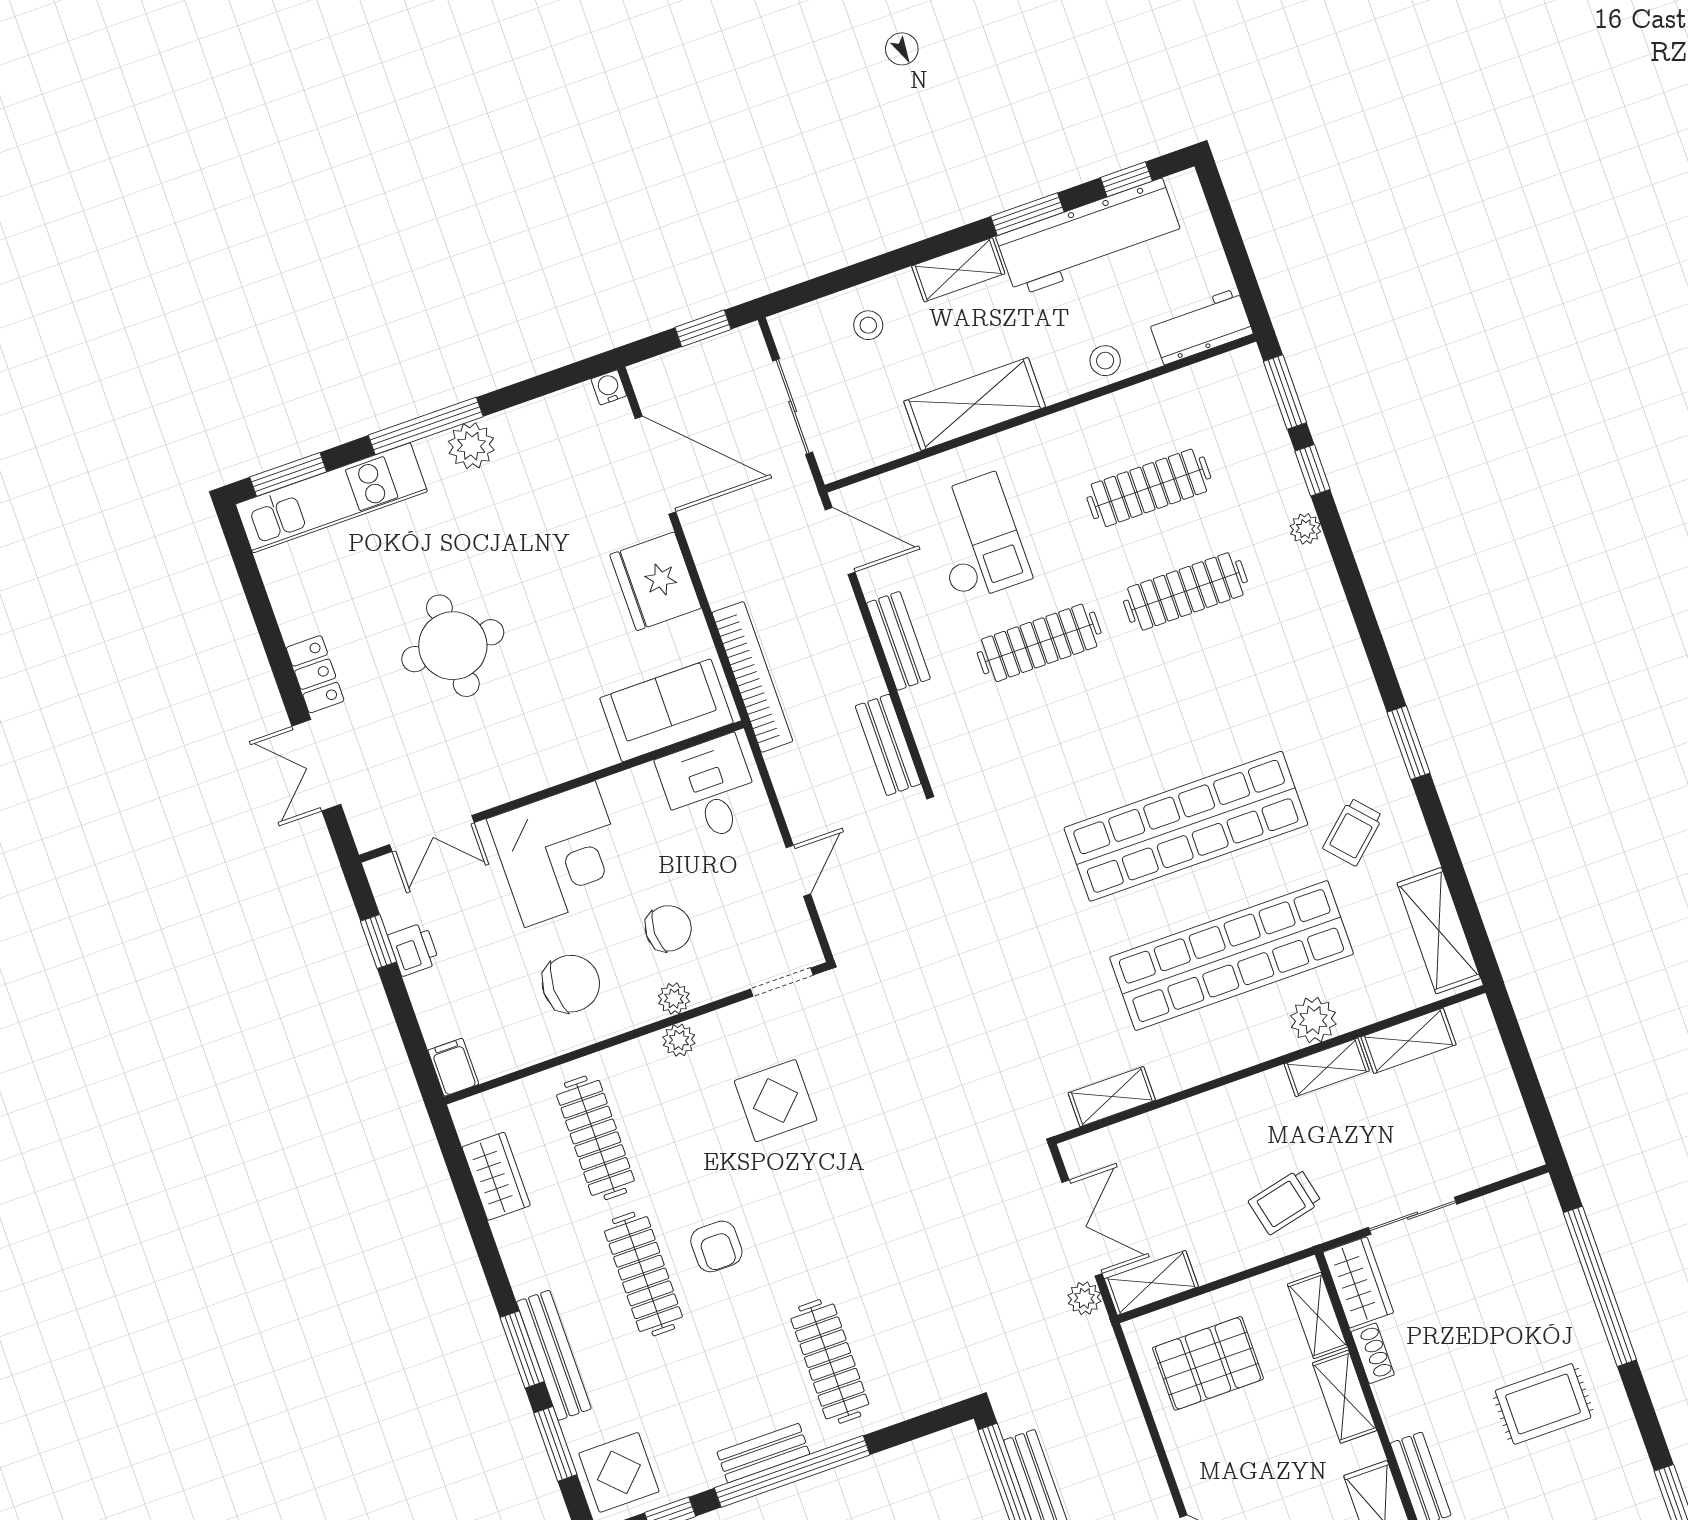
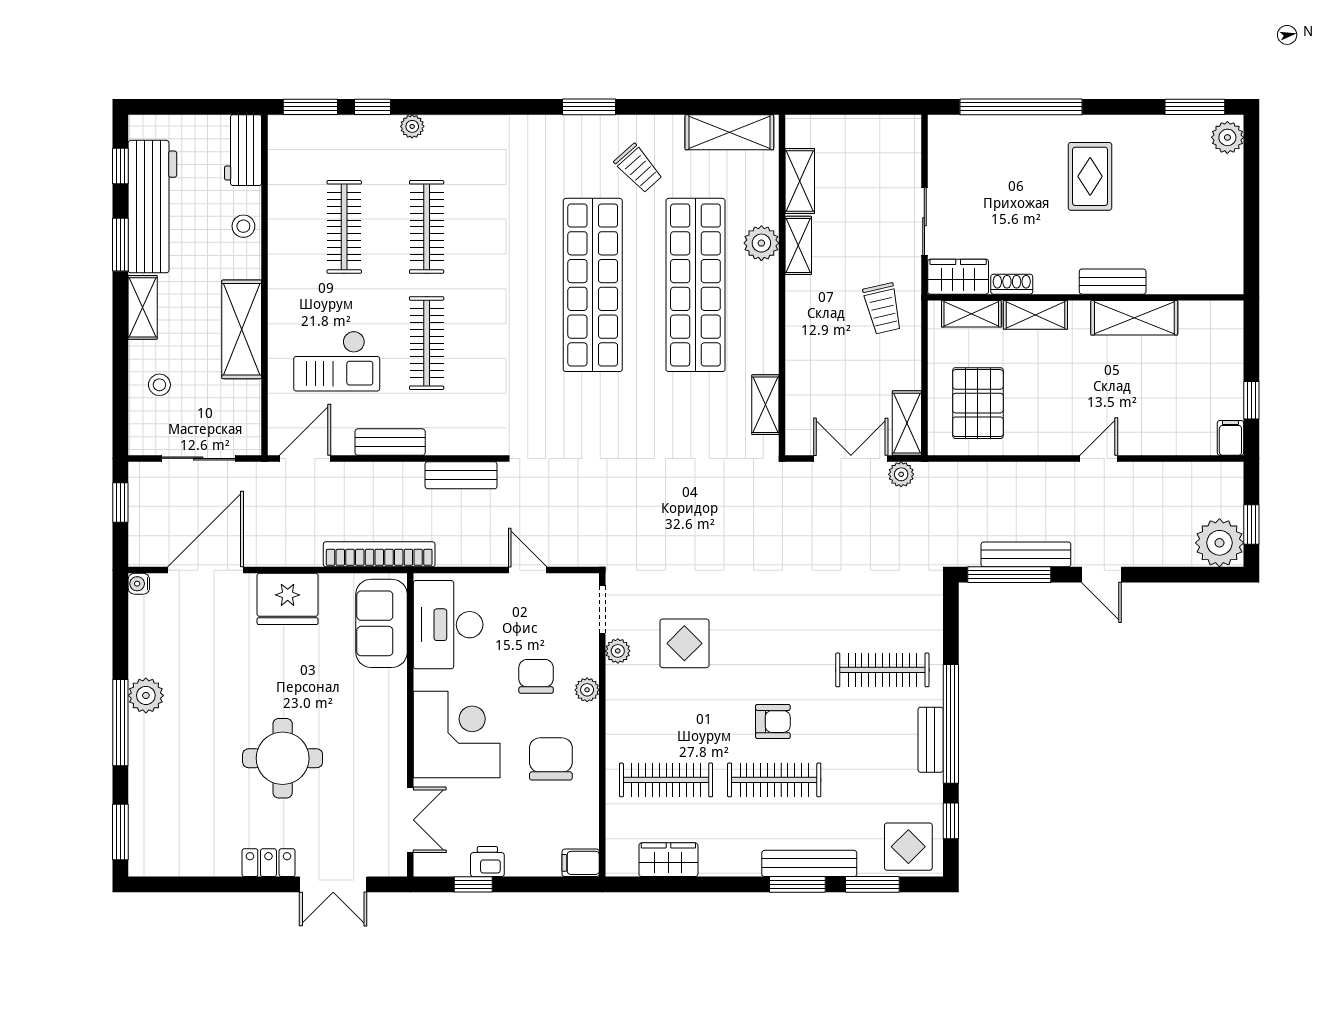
kitchen unit: (331, 498) -> (148, 807), removed
checkout: (977, 538) -> (337, 361), turned 180
desk: (709, 789) -> (448, 625), width x1.37
plant: (679, 1040) -> (618, 651), moved

